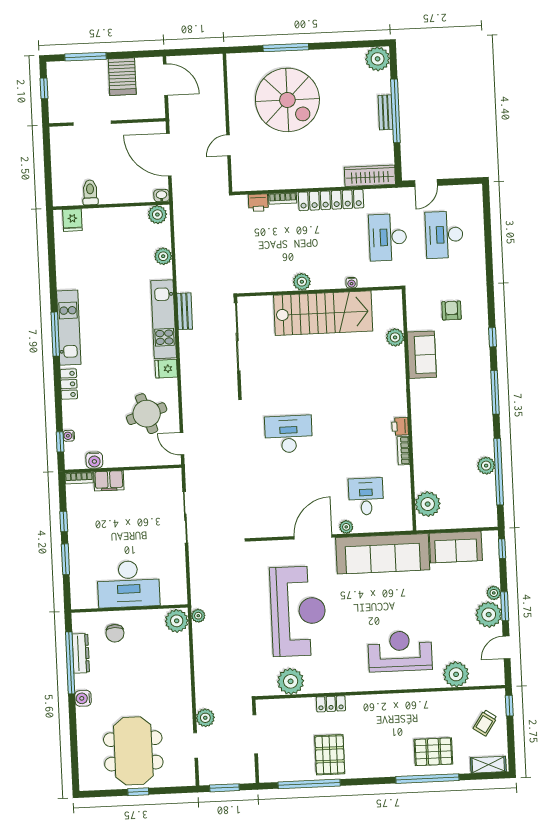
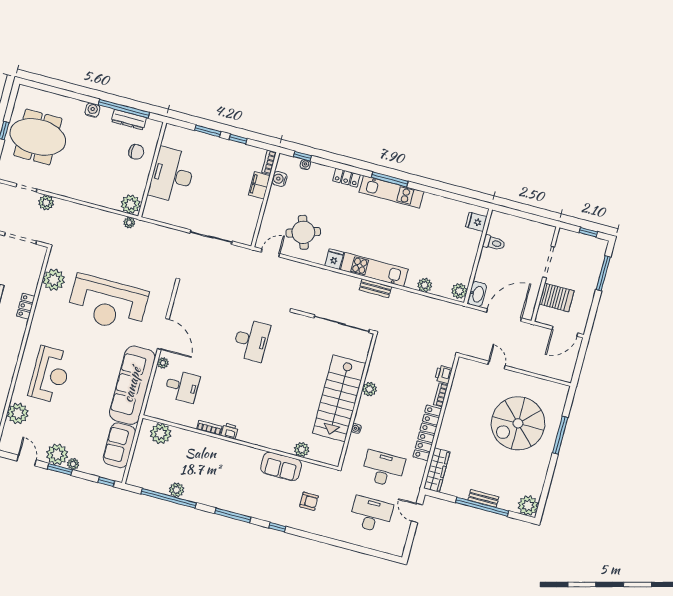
server rack: (122, 77) -> (556, 297), moved, turned 180
washbasin: (162, 196) -> (477, 294), width x1.91, depth x1.45
chair: (115, 633) -> (136, 152), turned 180

